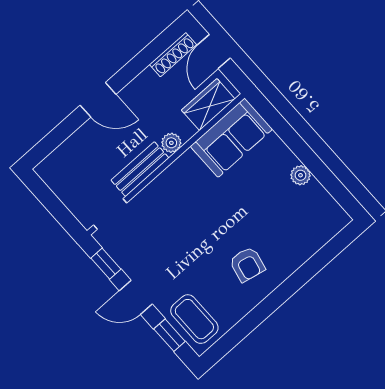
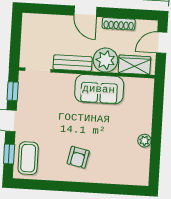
shoe rack: (173, 54) -> (119, 24), moved
sofa: (231, 138) -> (99, 89), moved
plant: (171, 143) -> (105, 60), width x1.87, depth x1.87

